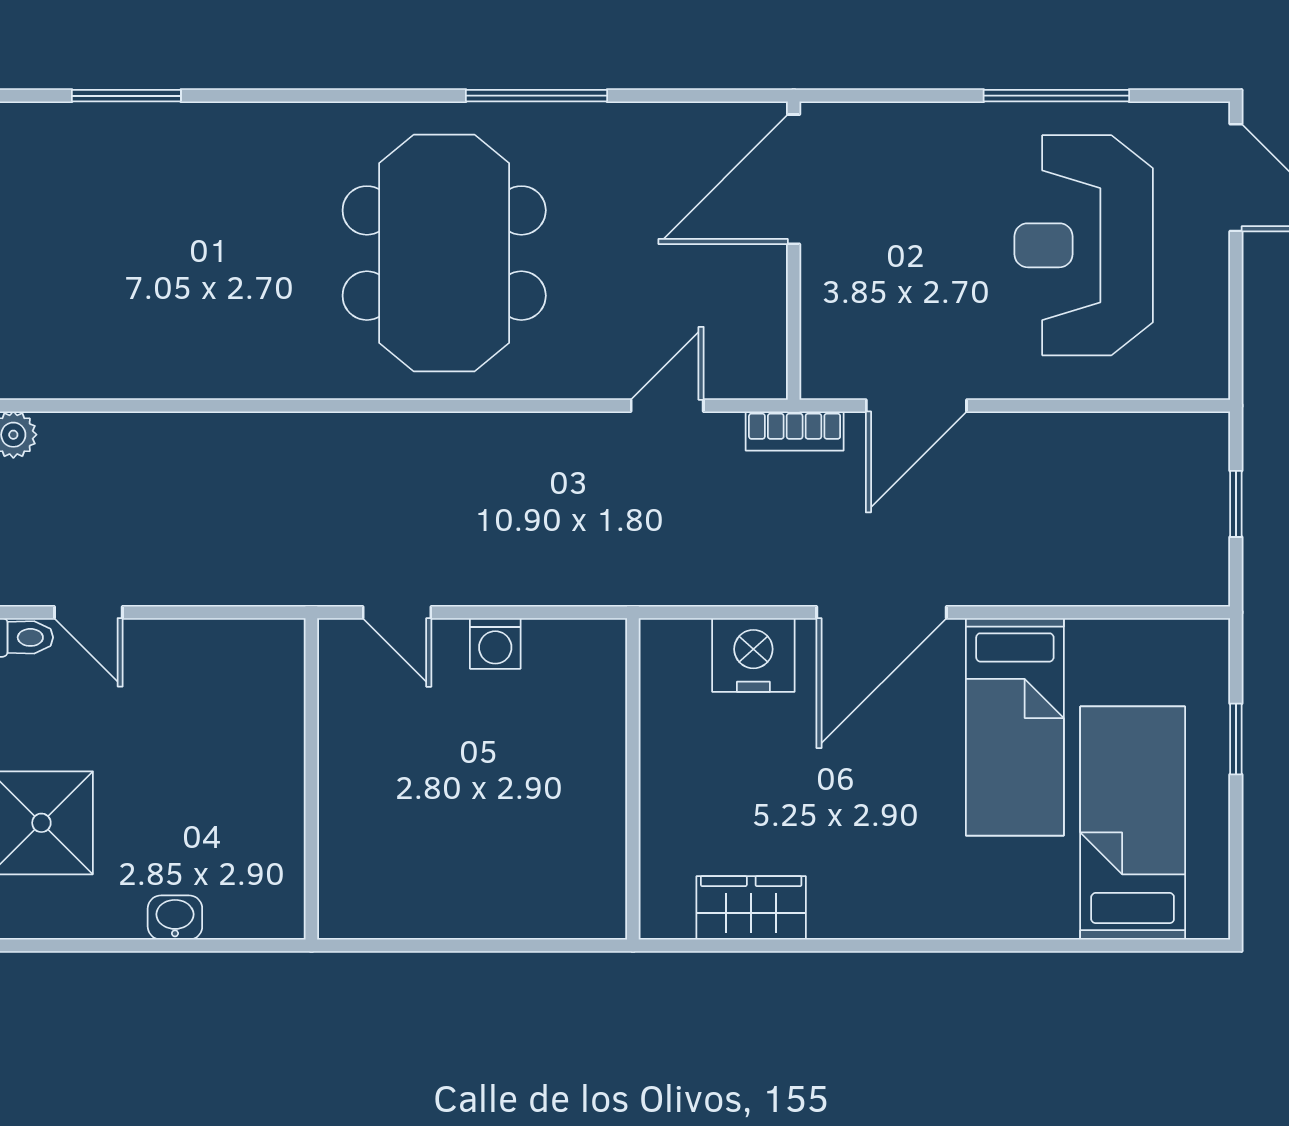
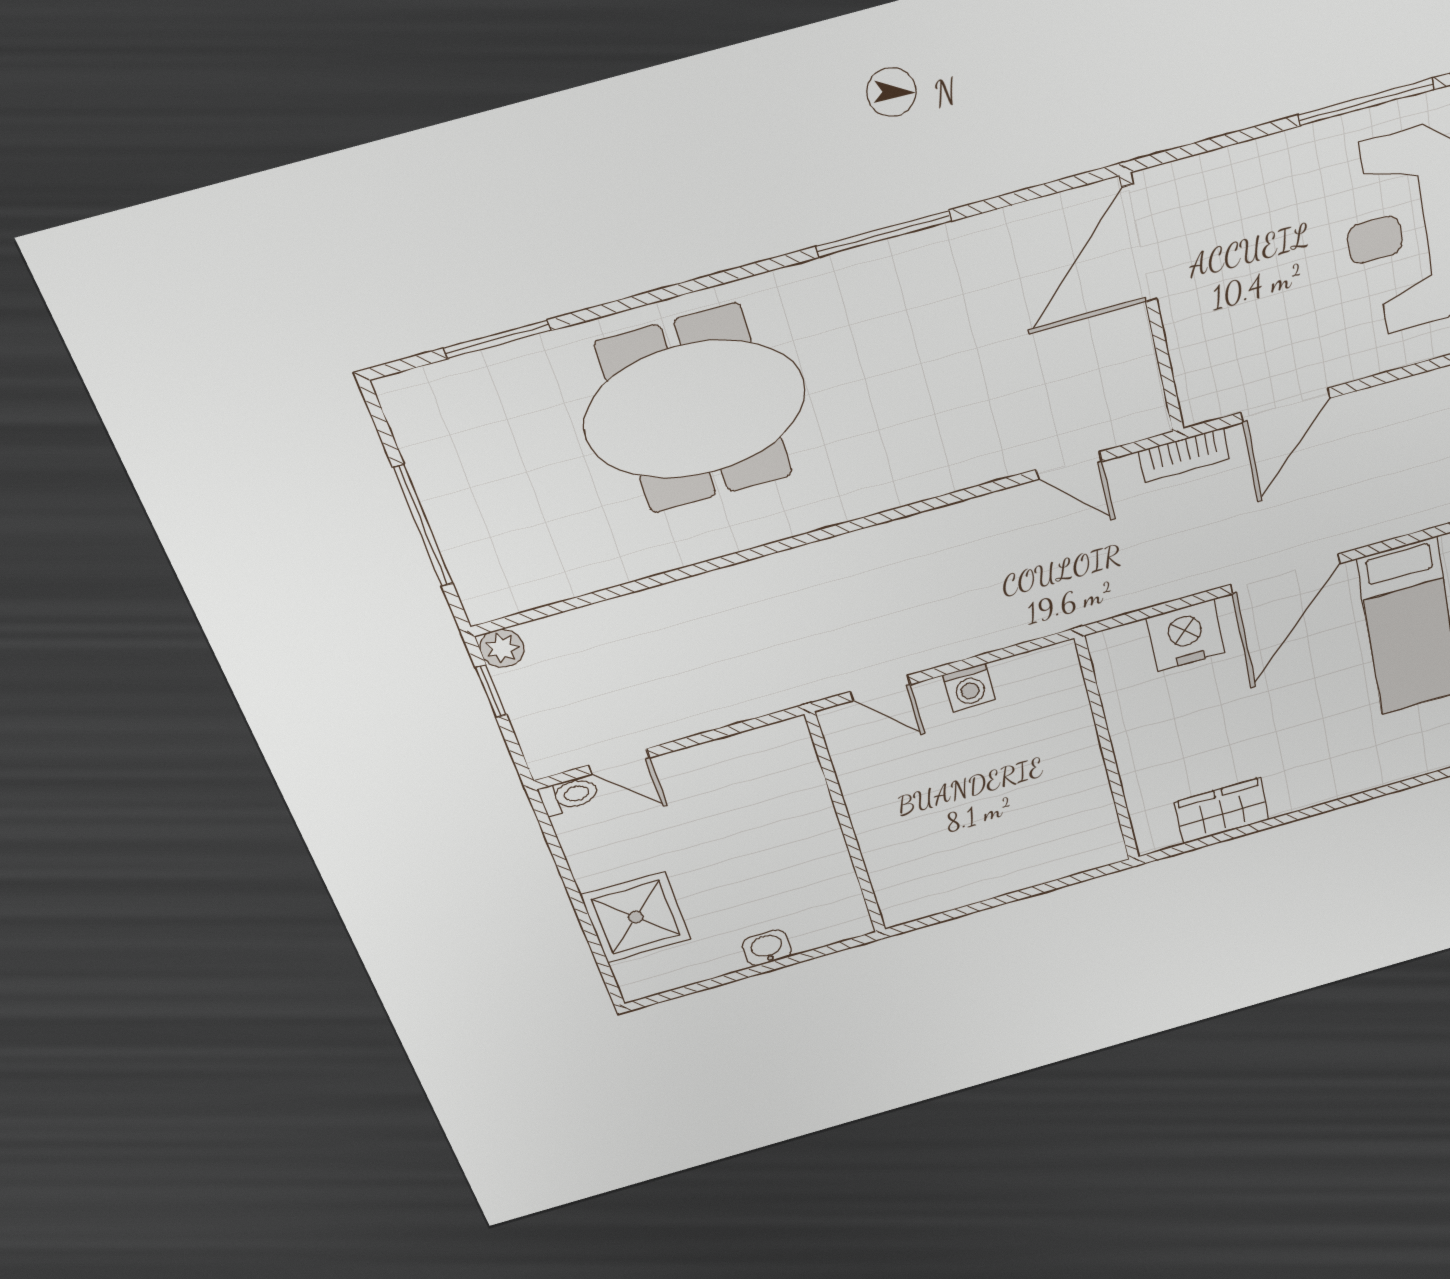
meeting table: (444, 253) -> (695, 410), moved, turned 90
door: (667, 406) -> (1069, 465), swing flipped

